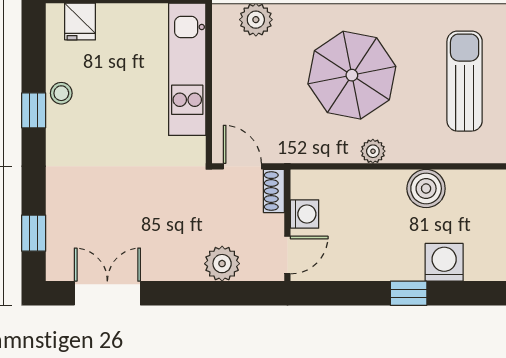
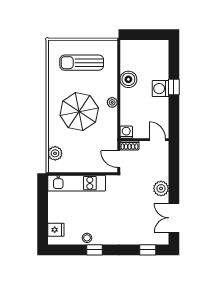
door: (242, 166) -> (119, 159), hinge flipped
washing machine: (305, 214) -> (126, 132), moved
washing machine: (444, 262) -> (160, 89), moved
plant: (222, 264) -> (161, 188), moved

